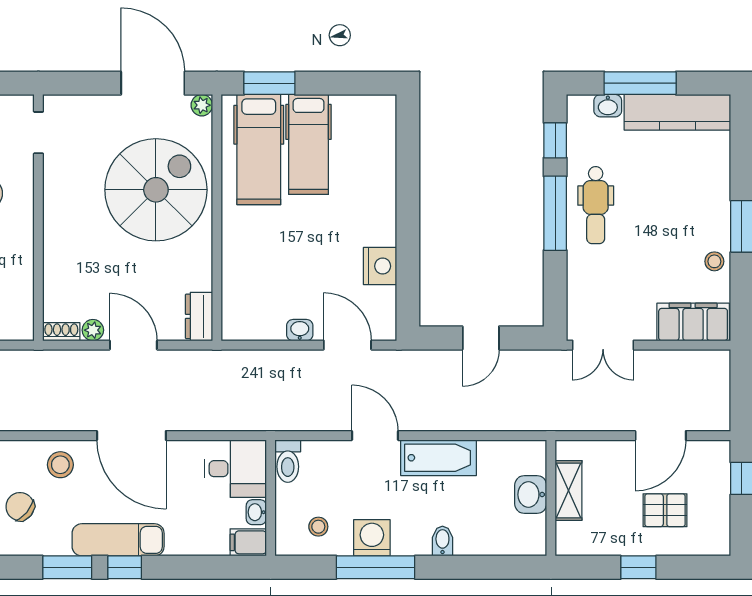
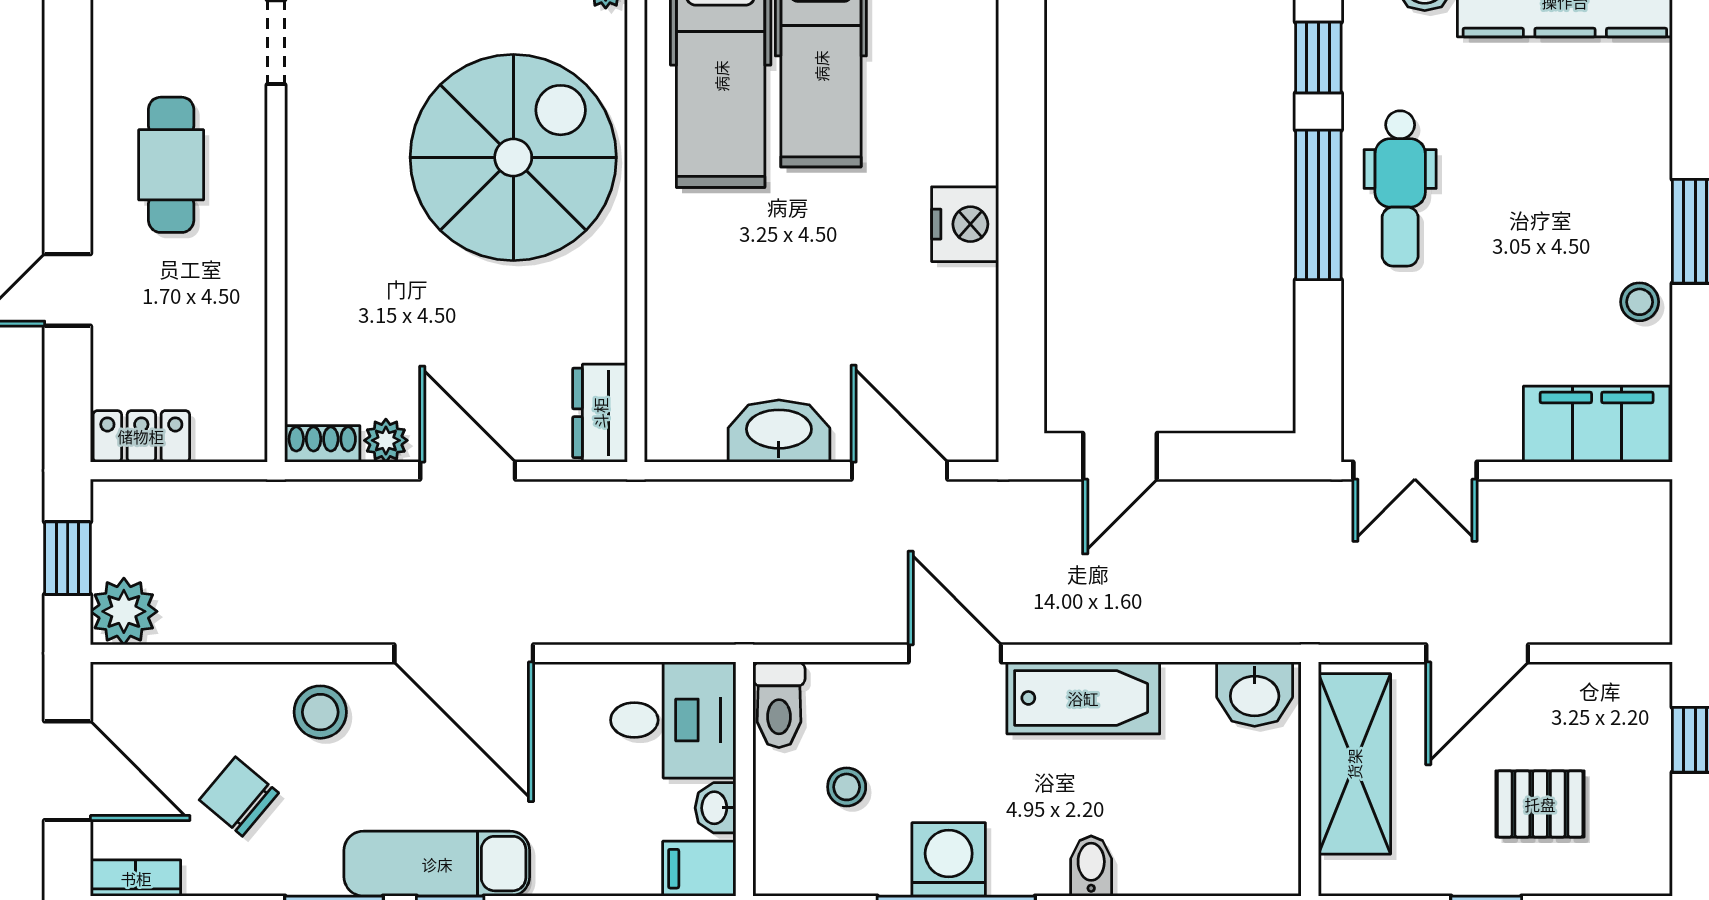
nightstand: (380, 266) -> (965, 224), moved
washbasin: (300, 330) -> (779, 431), width x1.91, depth x1.45
door: (481, 338) -> (1120, 456), moved
door: (661, 436) -> (1477, 653), moved
shelving: (569, 490) -> (1354, 764), width x1.50, depth x1.33
washbasin: (531, 495) -> (1255, 694), moved, turned -90
stool: (318, 527) -> (847, 787), moved

